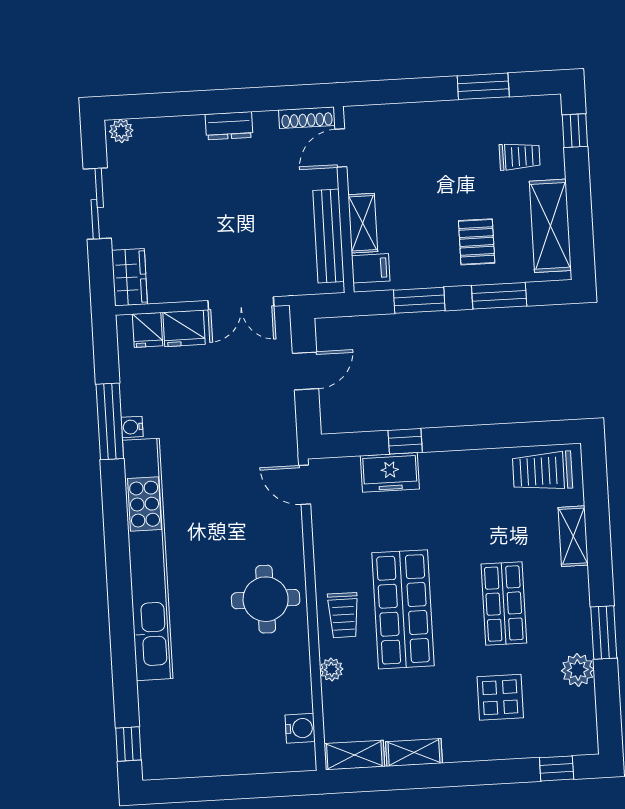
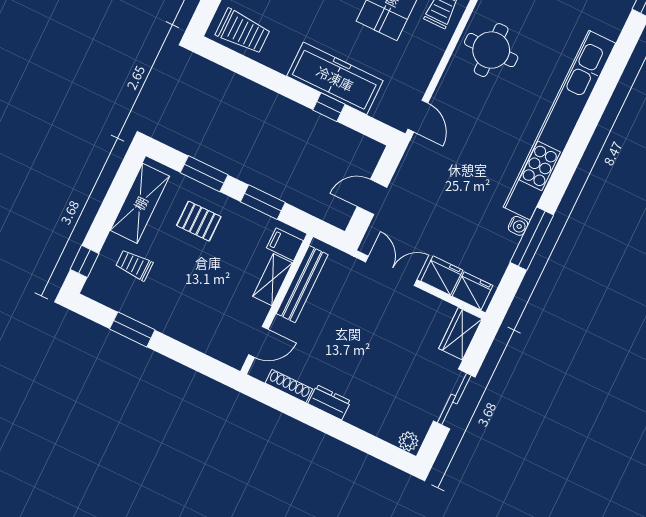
shoe rack: (307, 118) -> (289, 386), moved
pallet: (477, 242) -> (199, 221), turned 90
fridge: (147, 330) -> (472, 291), width x1.38
freezer: (390, 472) -> (335, 78), width x1.91, depth x1.26

